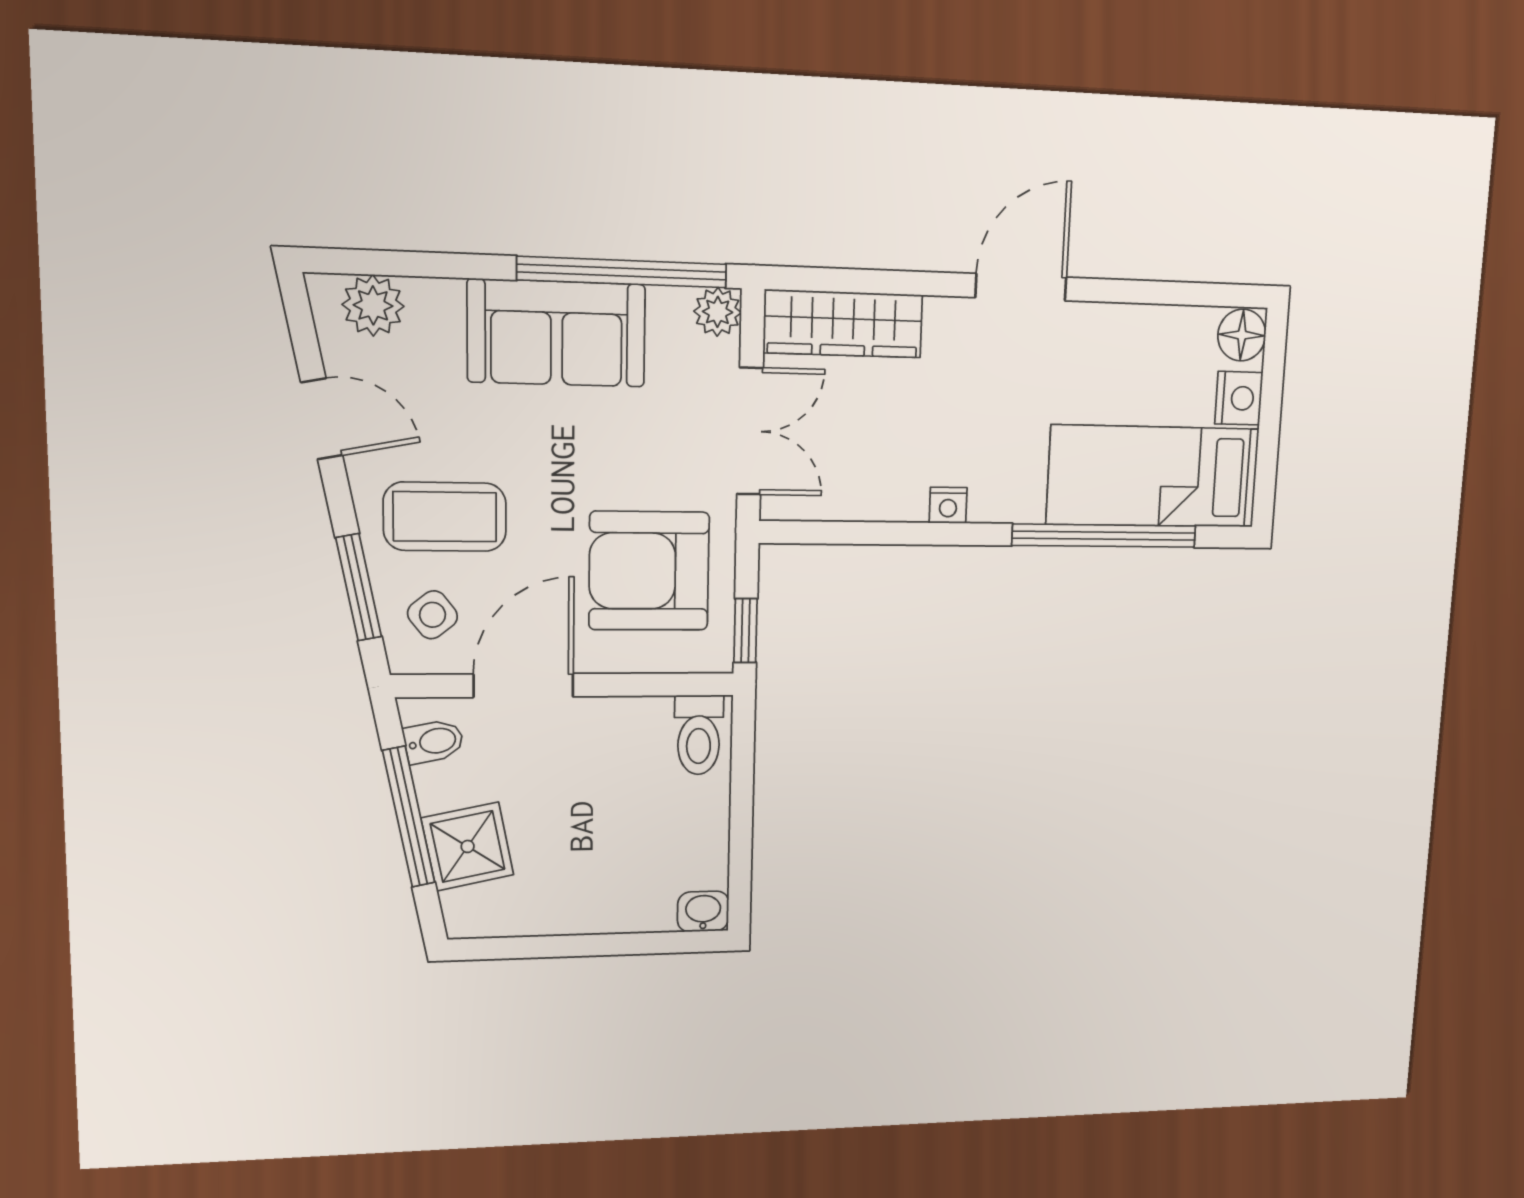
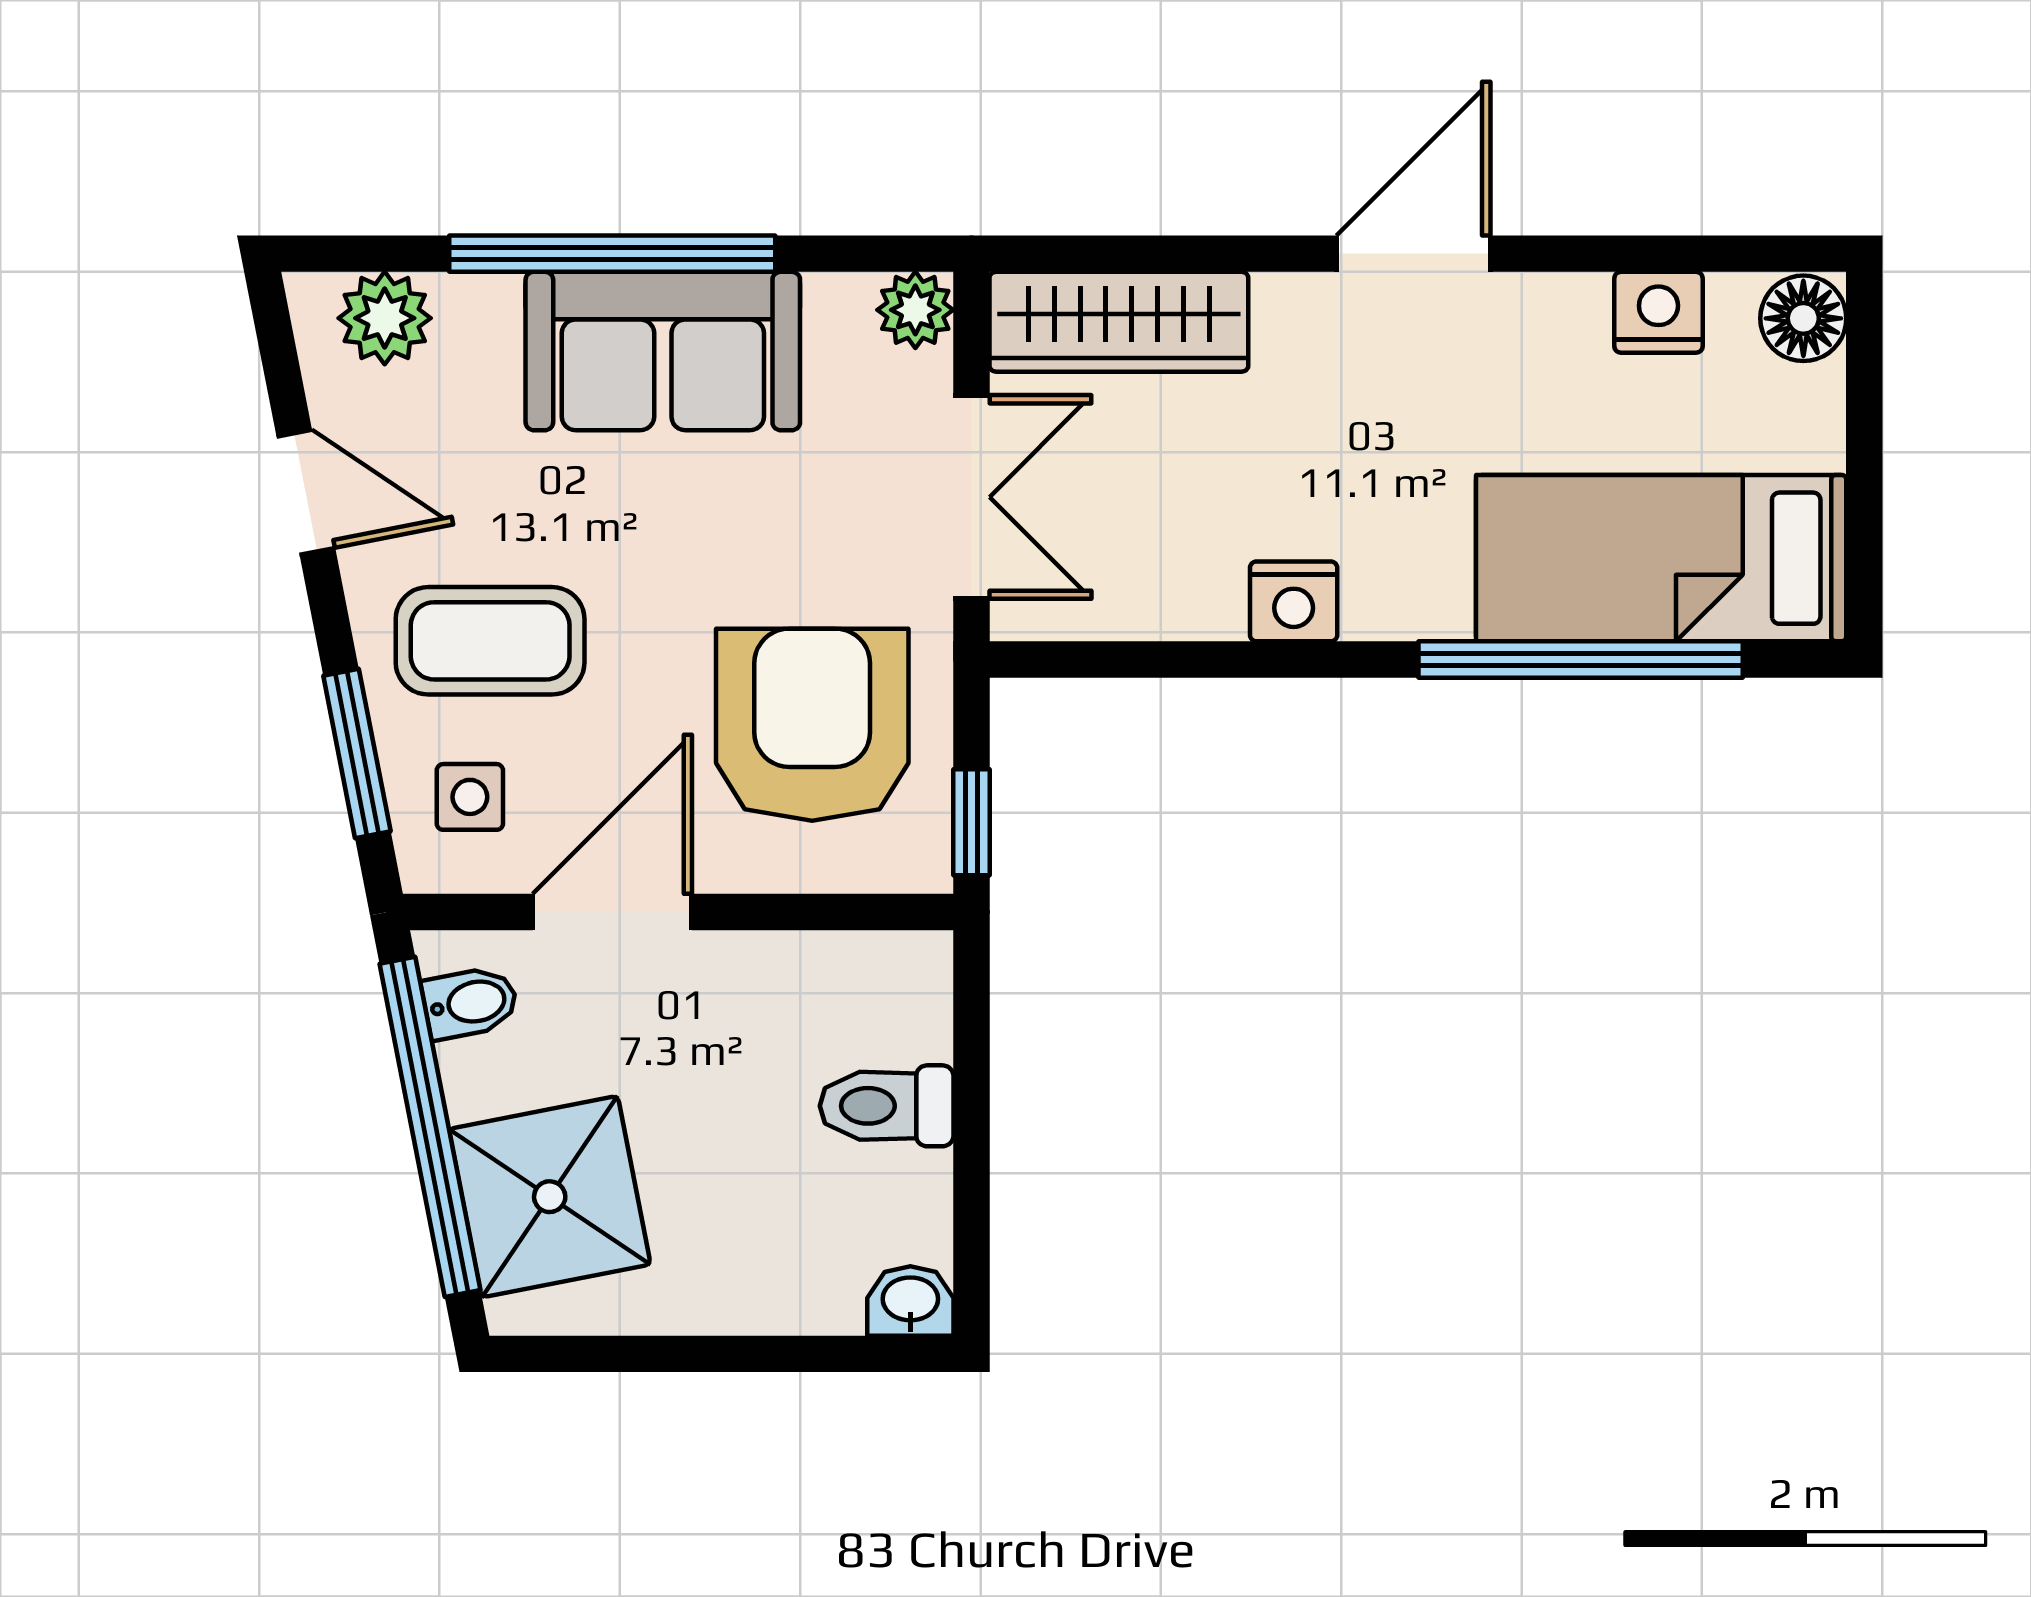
window: (622, 272) -> (612, 254), moved
nightstand: (1239, 398) -> (1658, 312), moved, turned -90
nightstand: (948, 505) -> (1294, 601), width x1.39, depth x1.35
armchair: (649, 571) -> (812, 725), turned 90
side table: (433, 615) -> (470, 797), turned 38
toilet: (699, 735) -> (887, 1106), moved, turned 90
window: (409, 817) -> (430, 1127), width x1.46
shower: (468, 846) -> (550, 1197), width x1.36, depth x1.36

